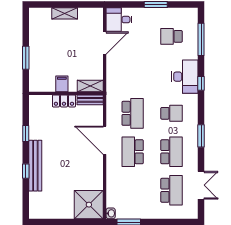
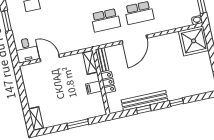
shelving: (65, 13) -> (36, 119), moved
school desk: (133, 113) -> (106, 20), turned 180
bench: (35, 166) -> (145, 101), moved

